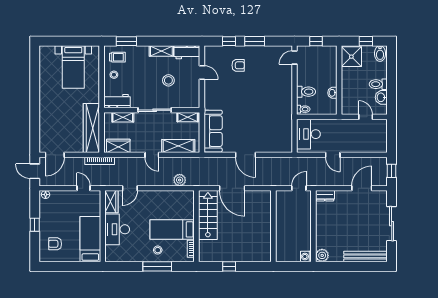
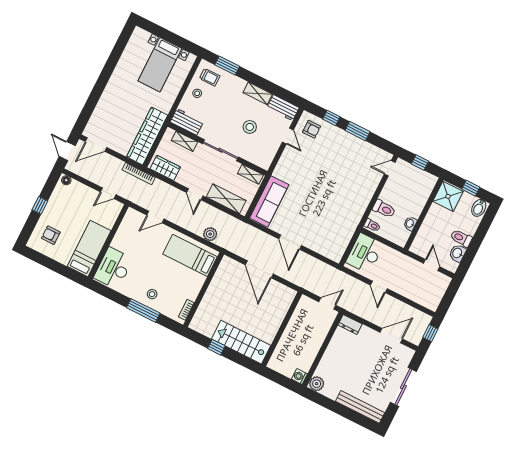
armchair: (238, 65) -> (312, 129), moved
door: (84, 188) -> (108, 193), swing flipped
wardrobe: (111, 202) -> (130, 221), removed
stairs: (208, 215) -> (241, 342), moved, turned -90
desk: (117, 229) -> (113, 268), moved
bed: (172, 229) -> (190, 255), moved

